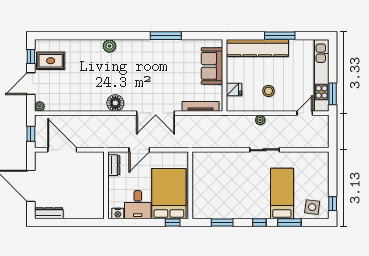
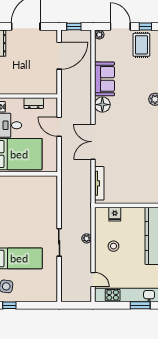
sofa: (212, 66) -> (104, 79), moved, turned 90
window: (333, 94) -> (140, 305), moved
dresser: (114, 165) -> (34, 103), moved

